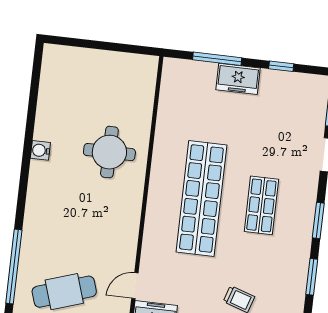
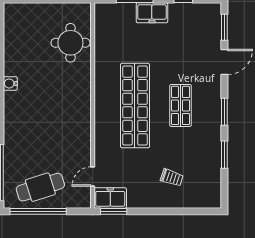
round table: (109, 152) -> (70, 43), moved

